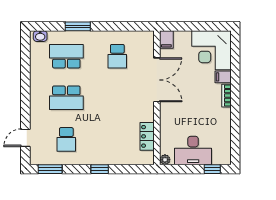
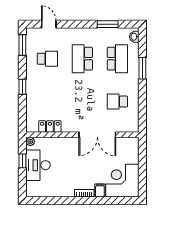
filing cabinet: (166, 40) -> (131, 143), removed
window: (25, 68) -> (108, 24), added
school desk: (66, 139) -> (47, 59), turned 180
window: (212, 169) -> (22, 161), moved

